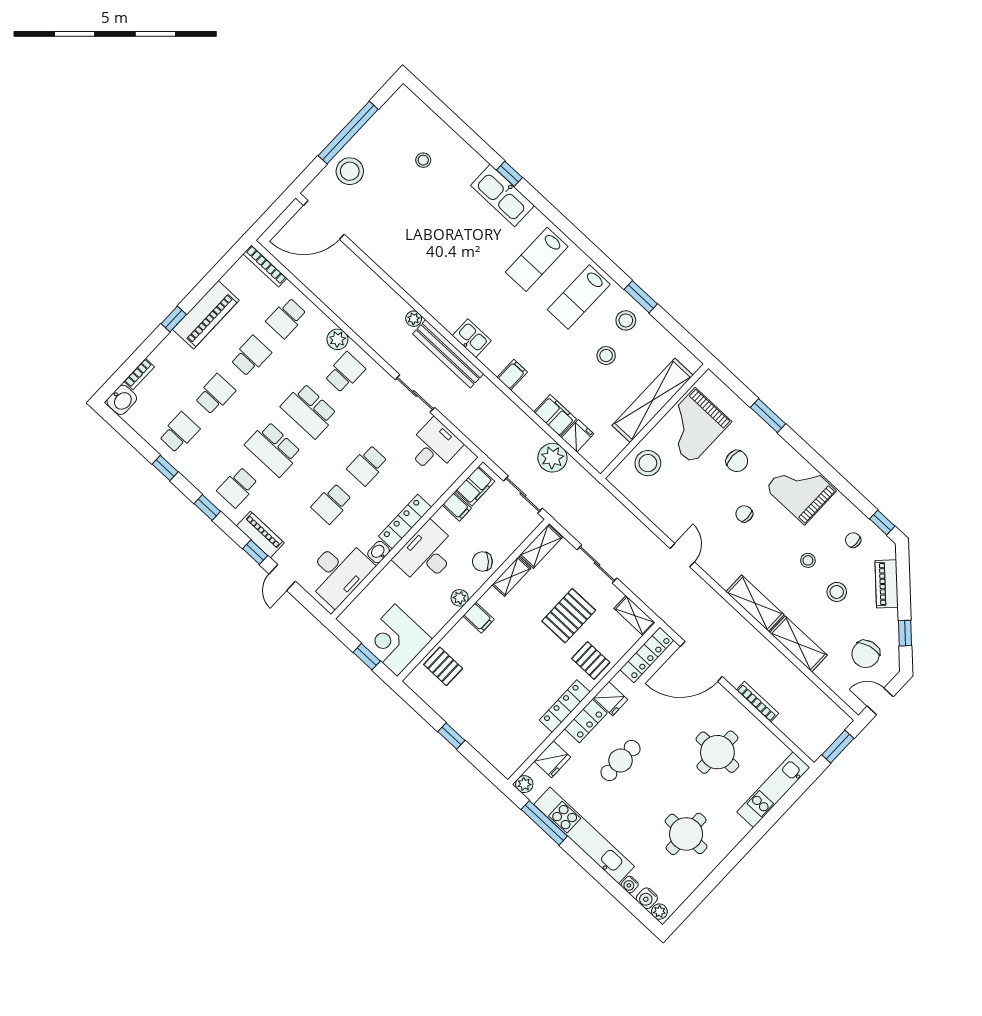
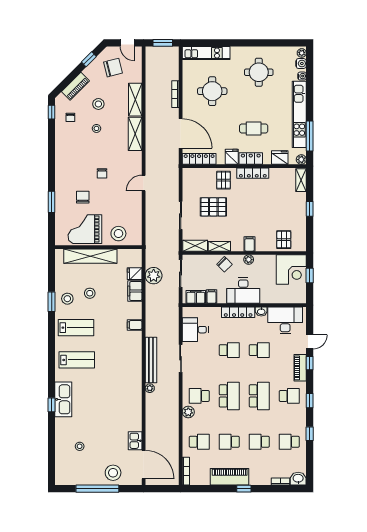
kitchen sink: (472, 338) -> (135, 441), moved
grand piano: (694, 426) -> (85, 229), turned 180
grand piano: (801, 490) -> (70, 159), removed
shelving: (635, 616) -> (301, 180), moved

